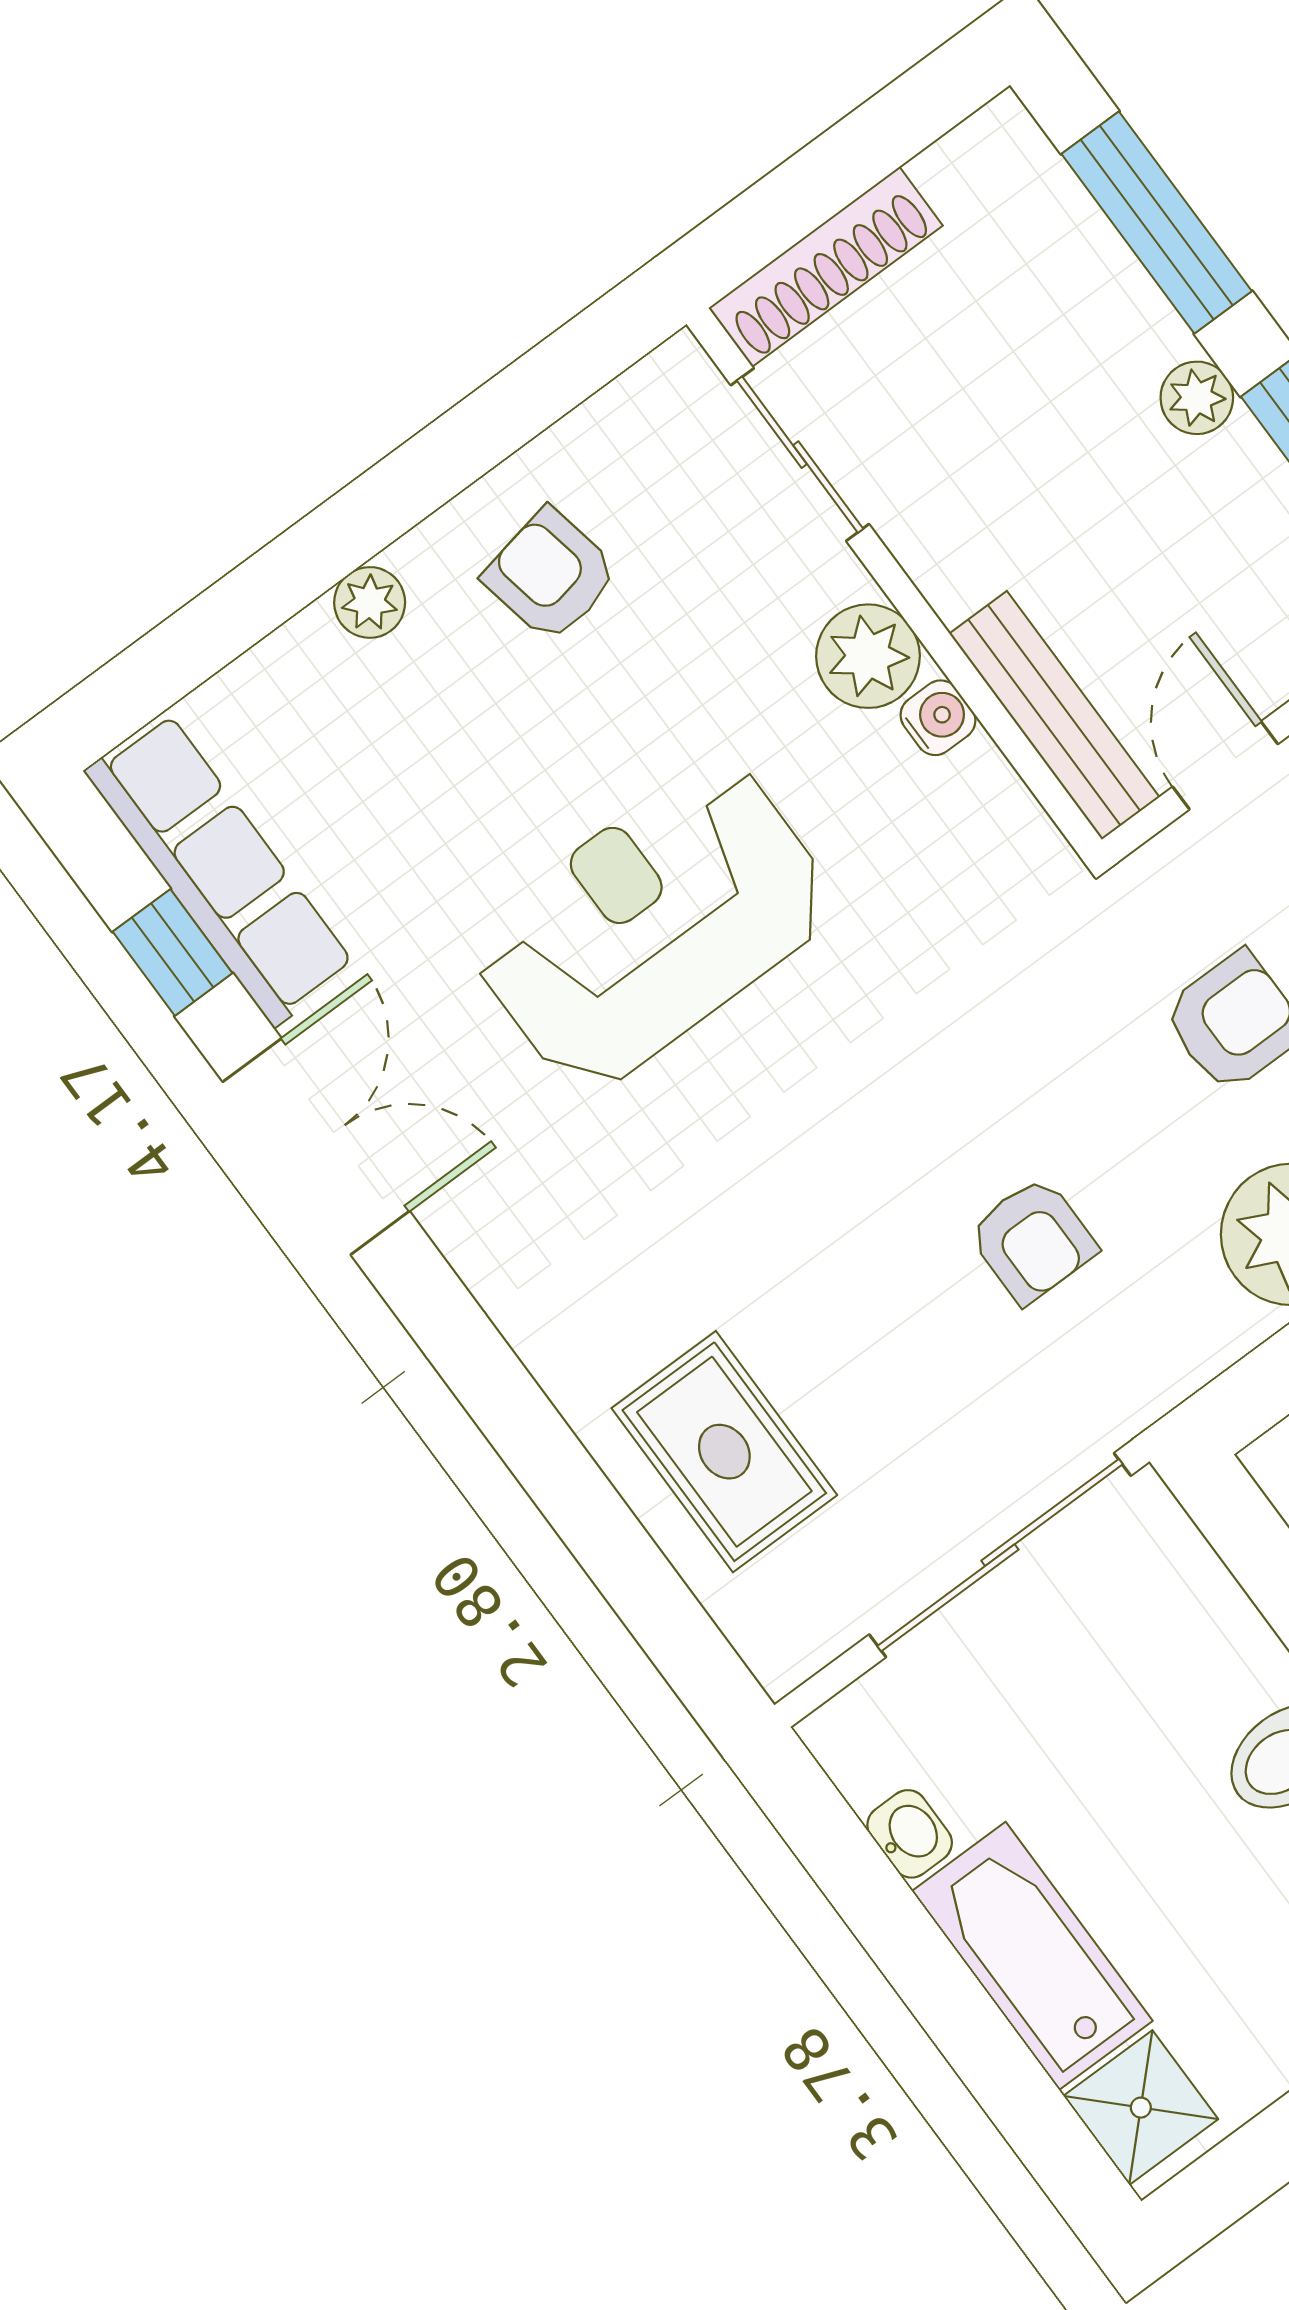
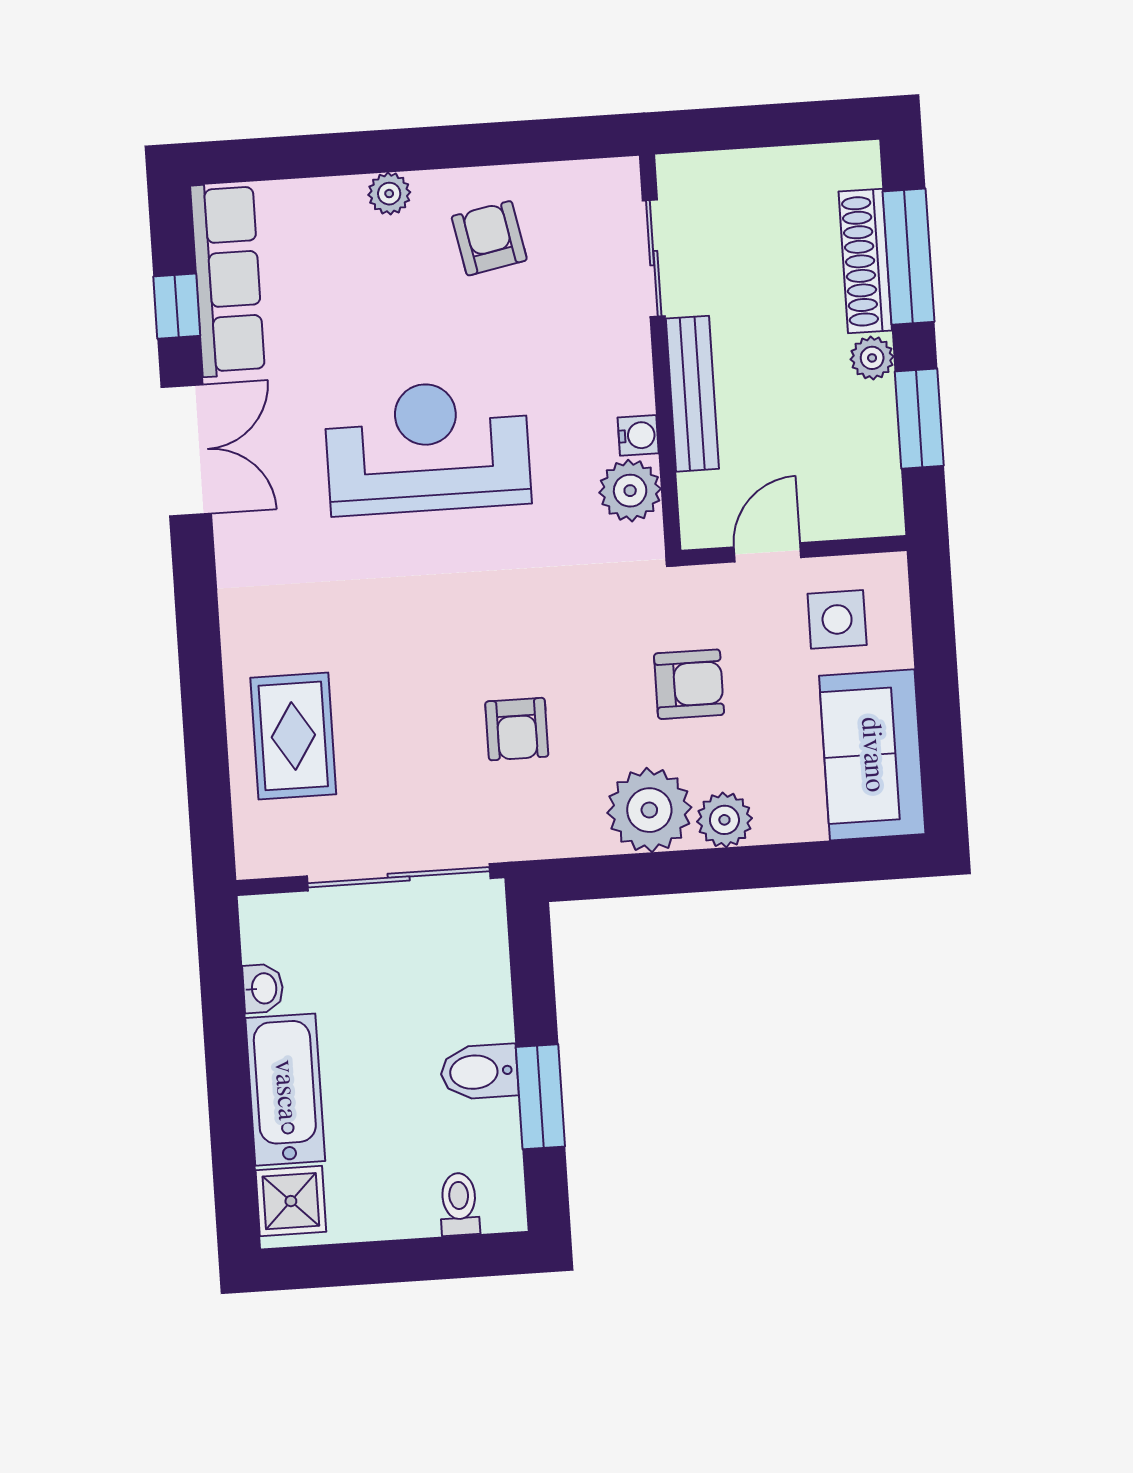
shoe rack: (826, 267) -> (865, 261), moved, turned 90
plant: (868, 656) -> (630, 491), moved
bench: (1054, 715) -> (692, 394), moved

